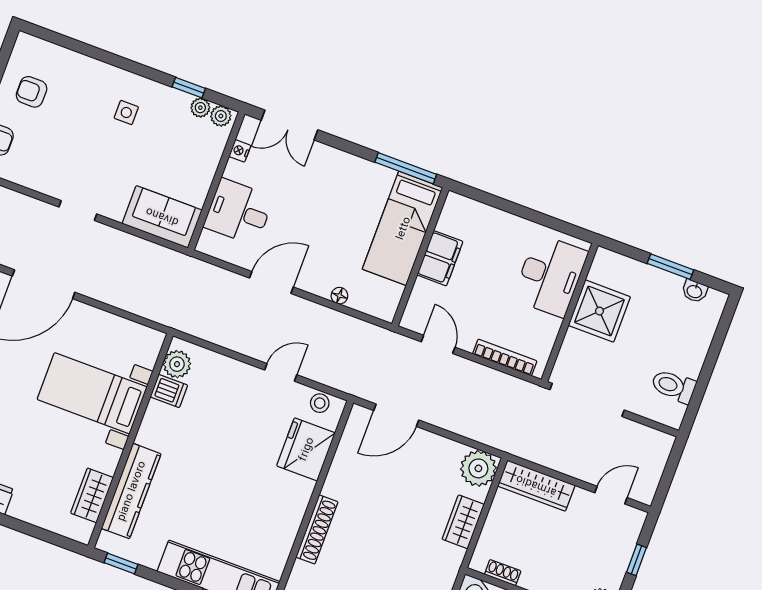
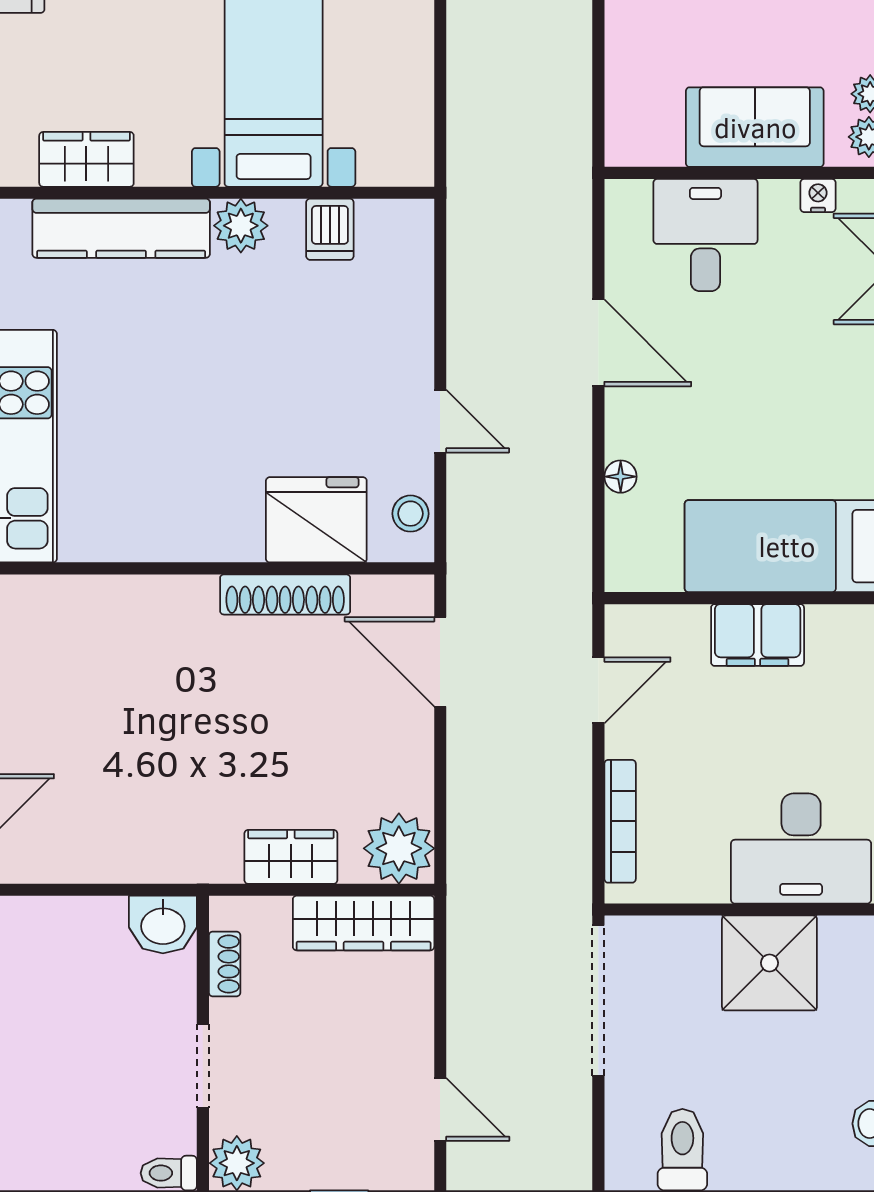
sofa: (162, 217) -> (755, 127), moved, turned -90
plant: (177, 364) -> (241, 226), moved
wardrobe: (536, 486) -> (364, 923), moved, turned -90
shoe rack: (317, 529) -> (285, 594), moved

